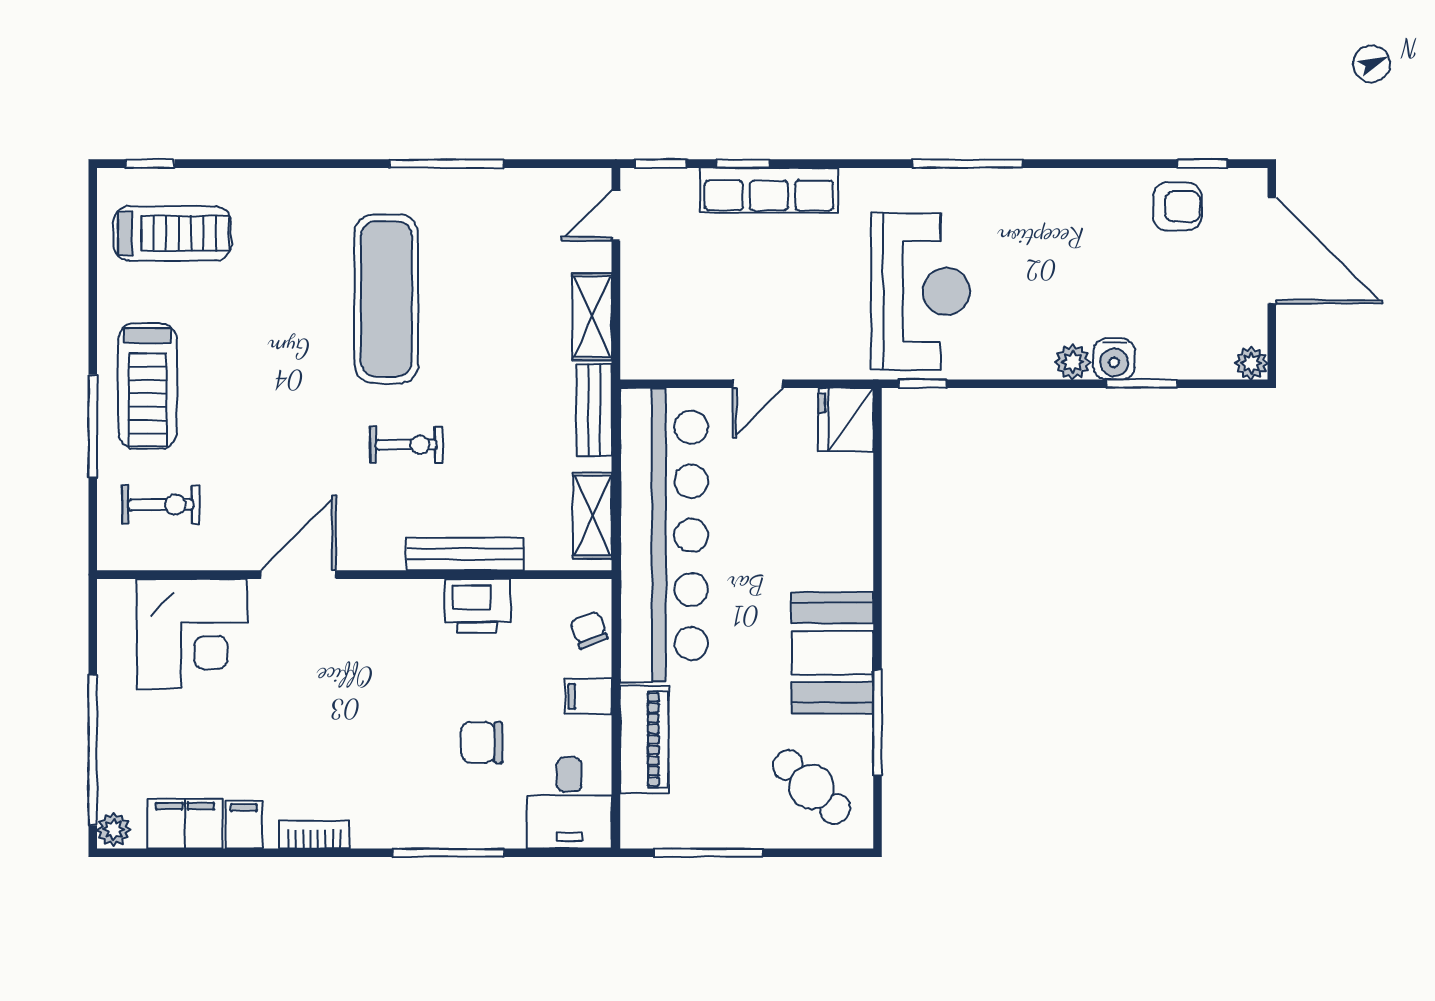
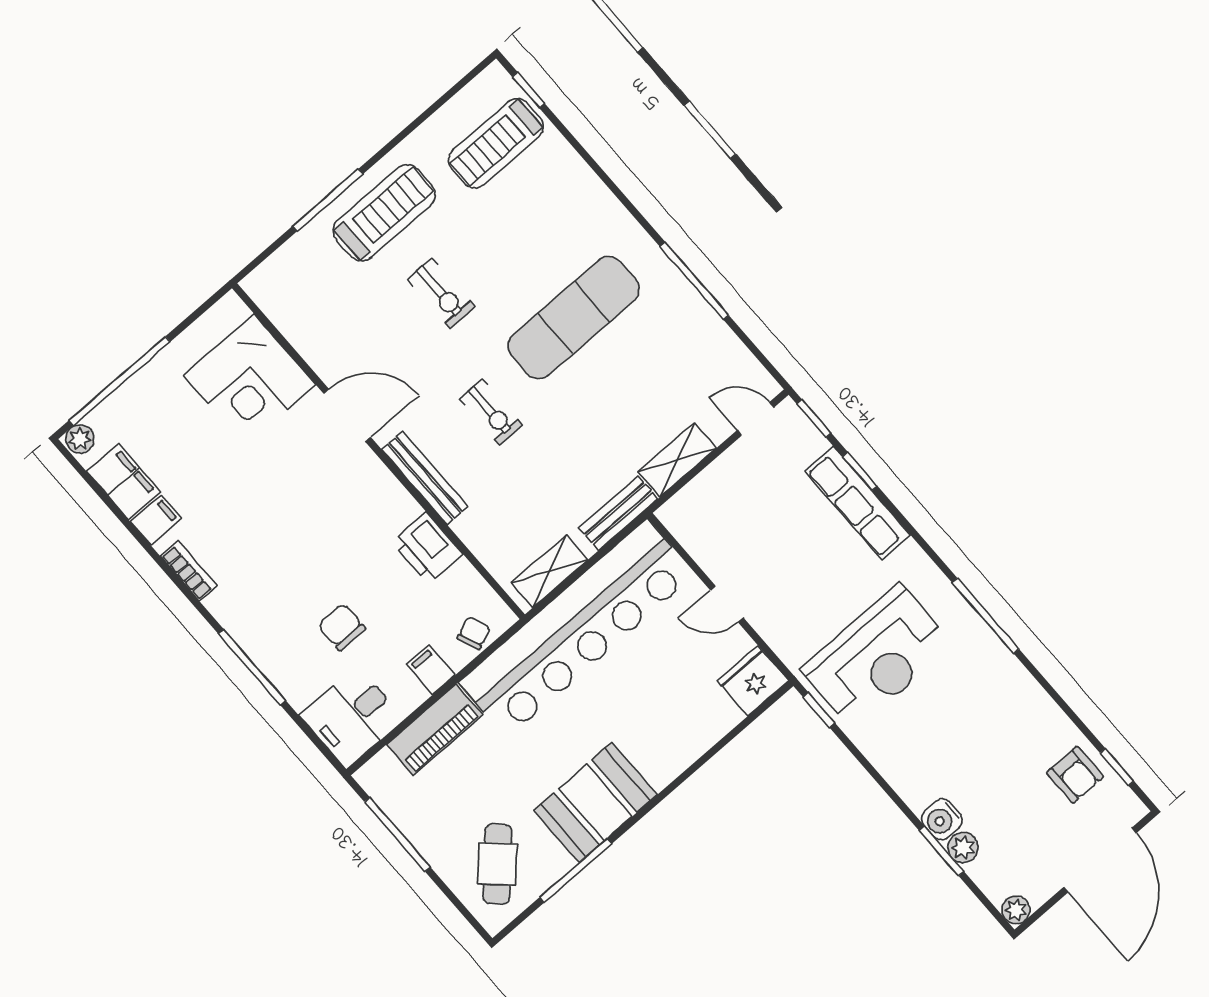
treadmill: (172, 233) -> (496, 143), turned 90
plant: (1073, 362) -> (963, 848), moved
treadmill: (147, 386) -> (384, 213), turned 180
exercise bike: (161, 505) -> (441, 293), moved
bench: (465, 554) -> (425, 478), moved

